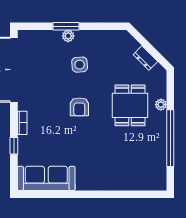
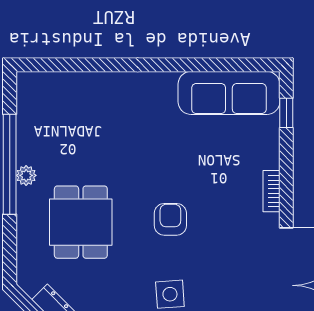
plant: (161, 105) -> (26, 175), moved
window: (14, 146) -> (286, 113), moved

